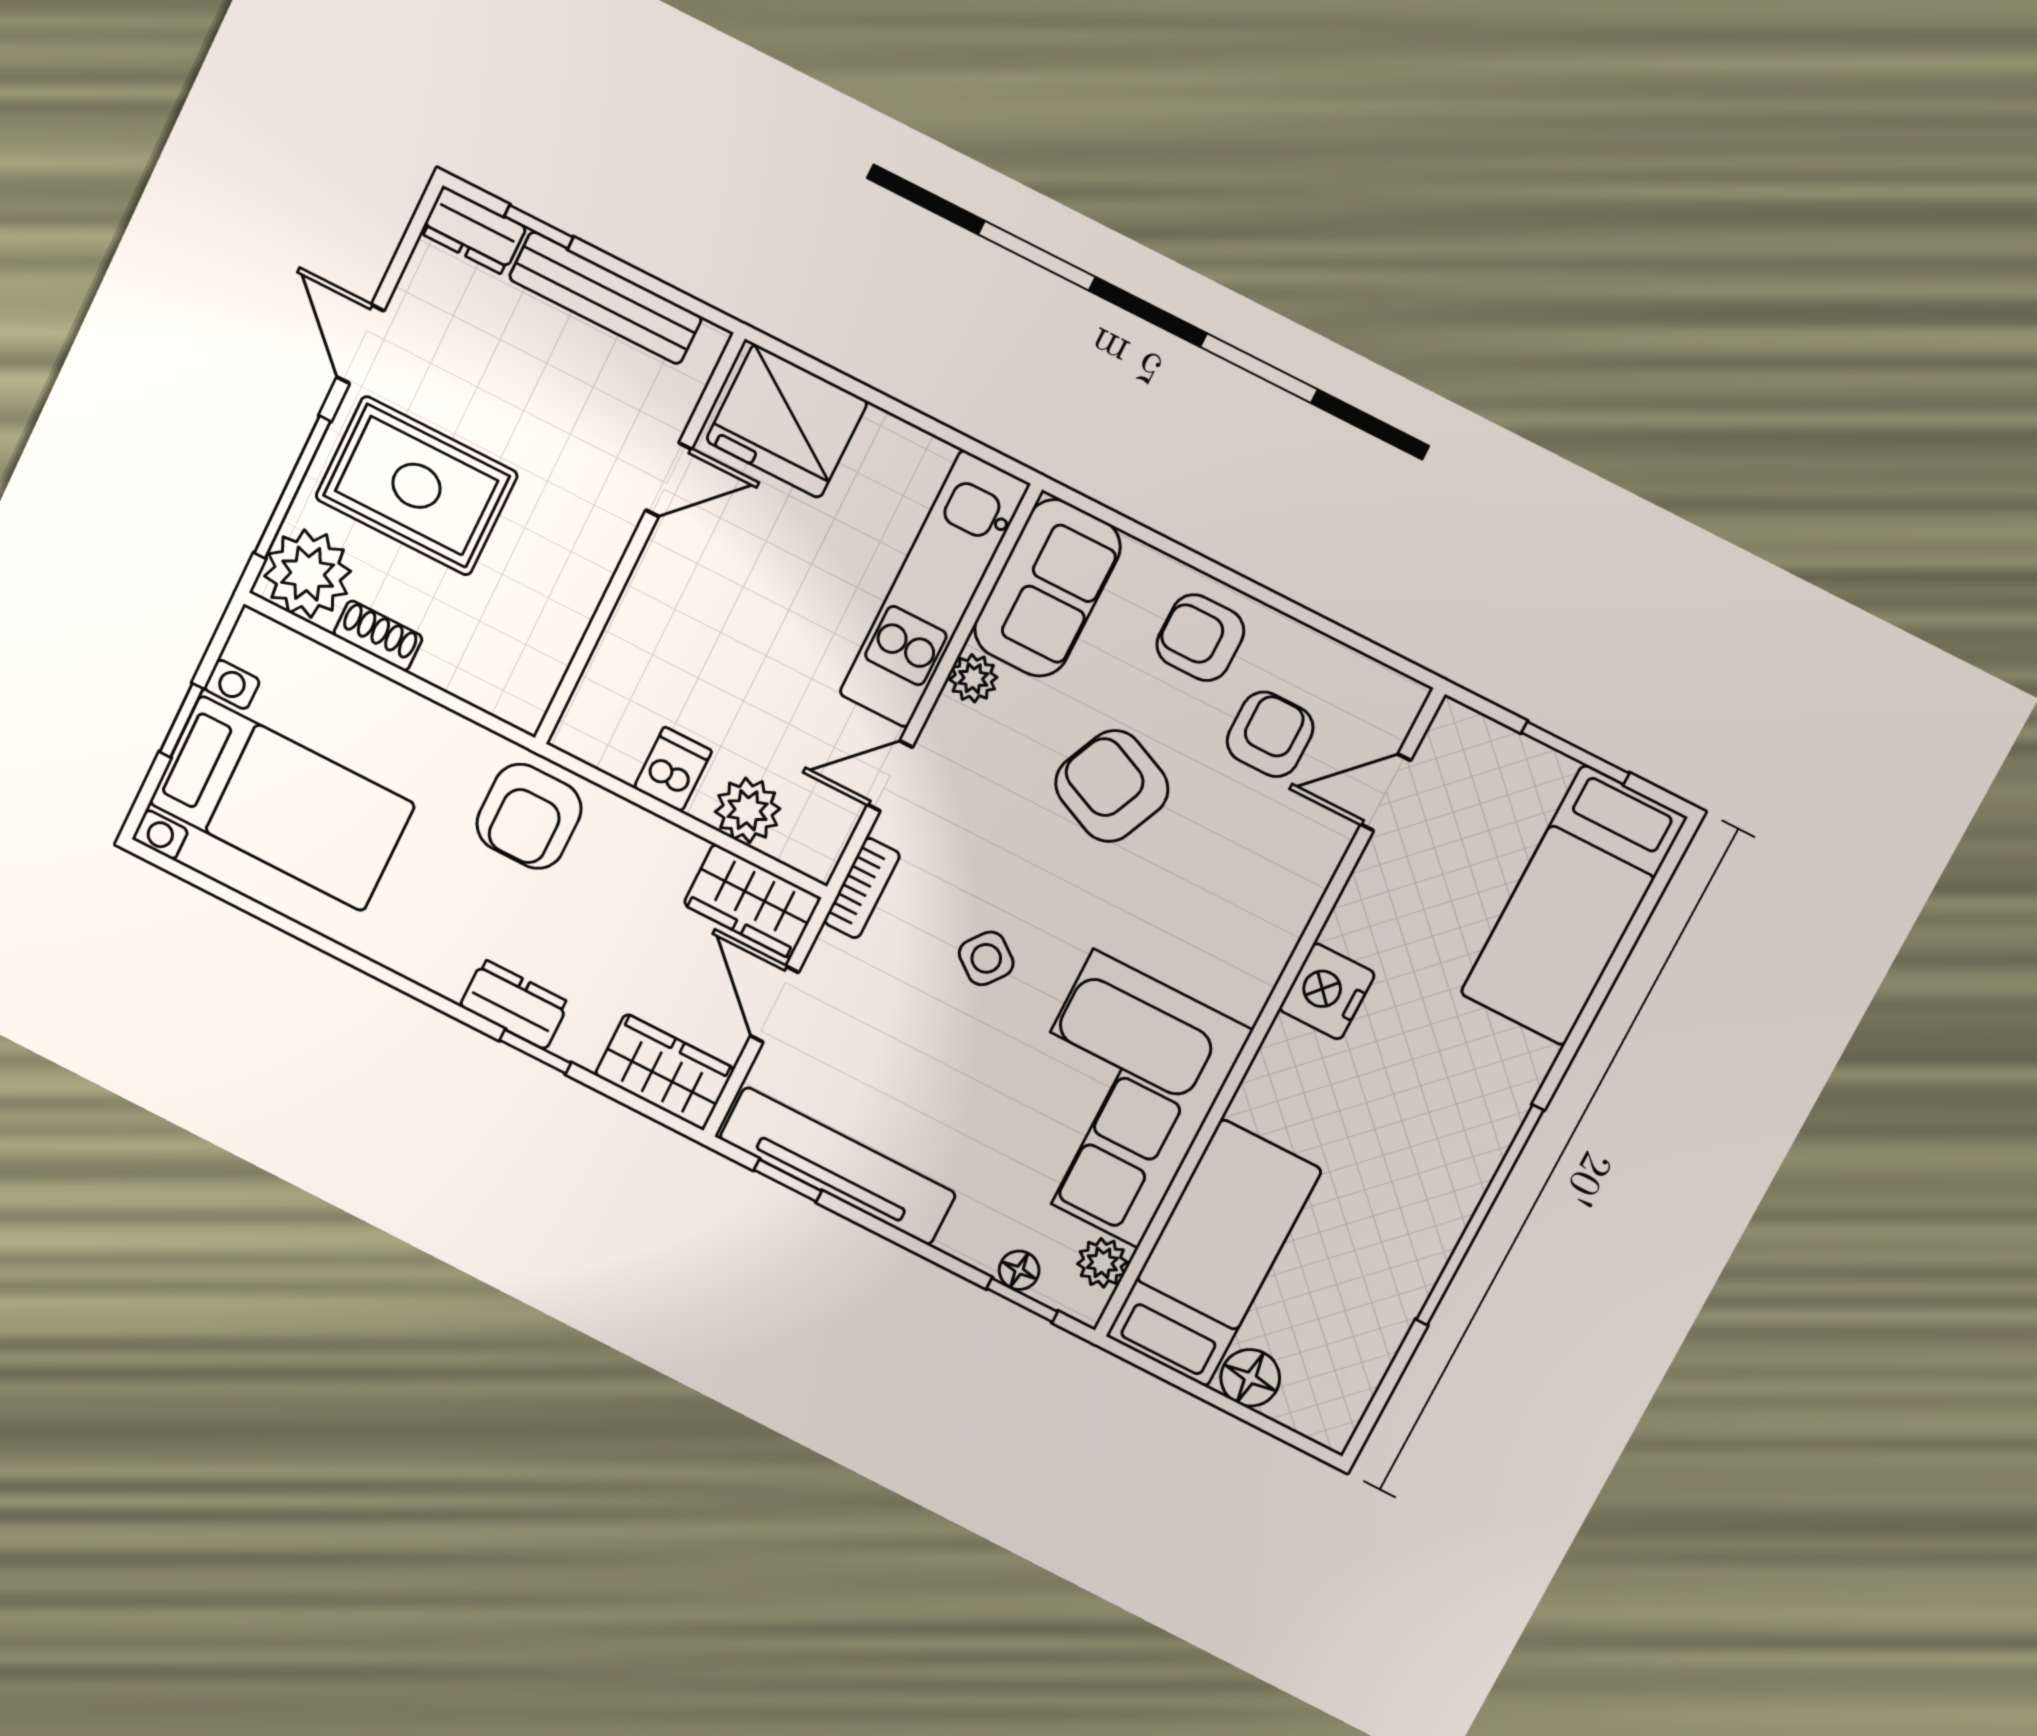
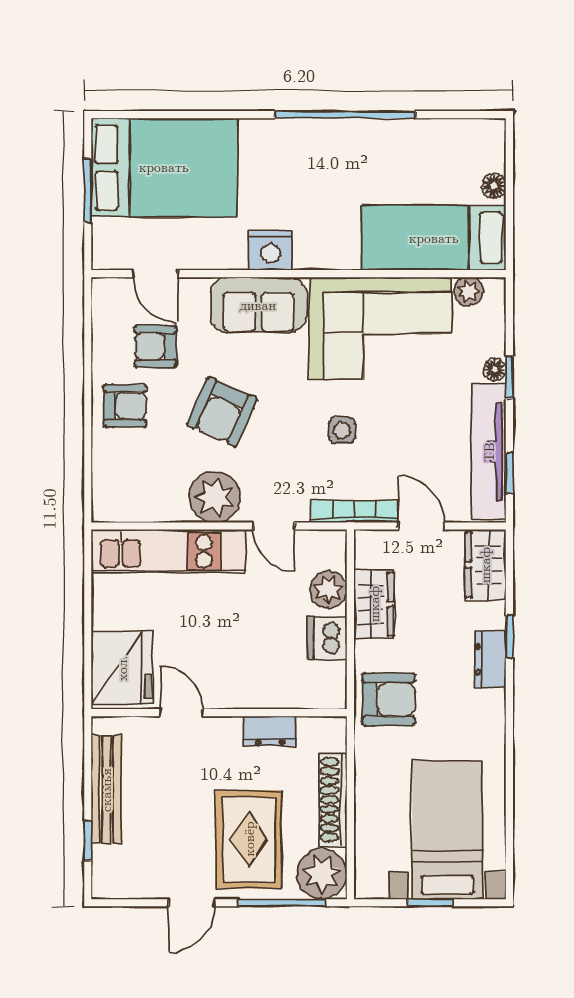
dresser: (473, 230) -> (270, 731), moved, turned 90
sofa: (1047, 588) -> (258, 305), moved, turned 180
shoe rack: (378, 636) -> (333, 800), width x1.94, depth x1.24
armchair: (1200, 638) -> (125, 406), turned -90
plant: (973, 678) -> (215, 497), width x1.88, depth x1.88
dishwasher: (673, 769) -> (327, 638), width x1.38
bookcase: (862, 888) -> (354, 511), width x1.56
wardrobe: (752, 901) -> (374, 604), moved
bed: (1573, 906) -> (164, 167), width x1.50
side table: (986, 958) -> (342, 430), turned -38
door: (774, 1004) -> (421, 526), swing flipped
floor lamp: (1019, 1270) -> (495, 370), moved
window: (1022, 1300) -> (509, 377), moved
floor lamp: (1250, 1378) -> (494, 186), width x0.73, depth x0.73

